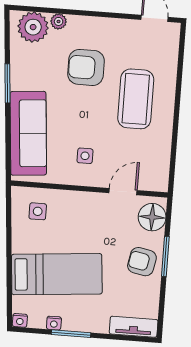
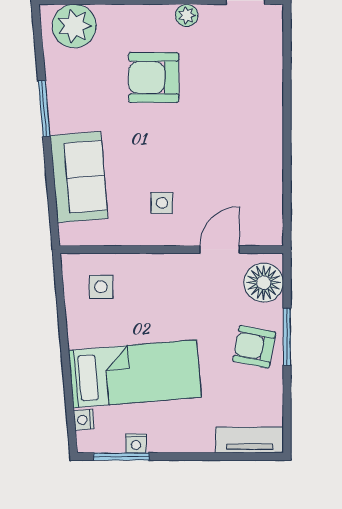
plant: (59, 21) -> (187, 15), moved
coffee table: (136, 99) -> (228, 117), removed
sofa: (28, 133) -> (79, 177), width x0.73
nightstand: (20, 320) -> (84, 420), moved, turned 85
window: (71, 334) -> (121, 457), moved

